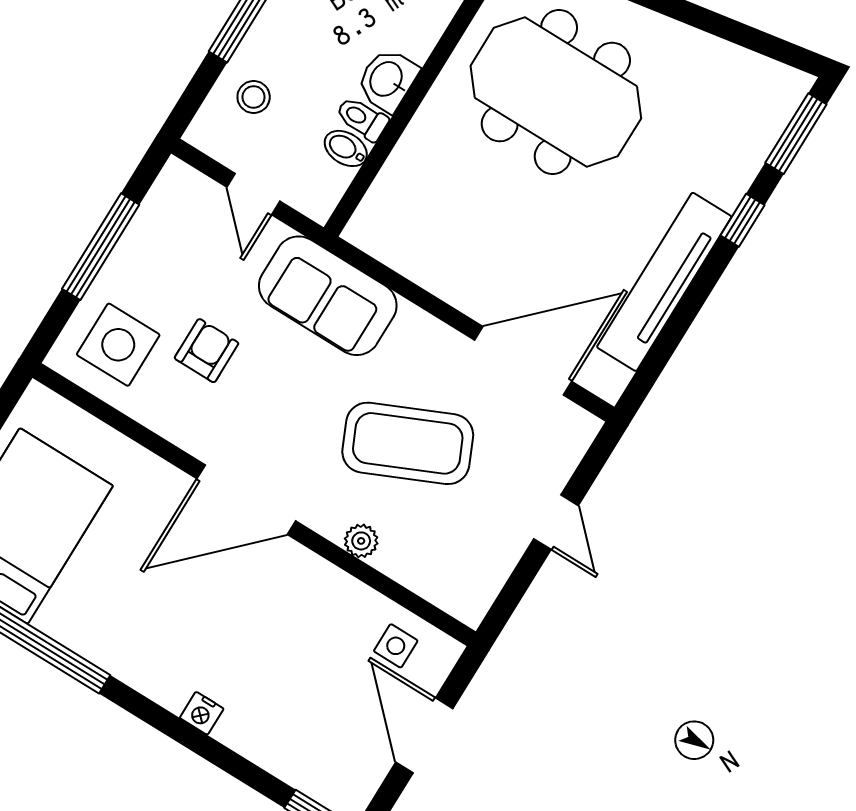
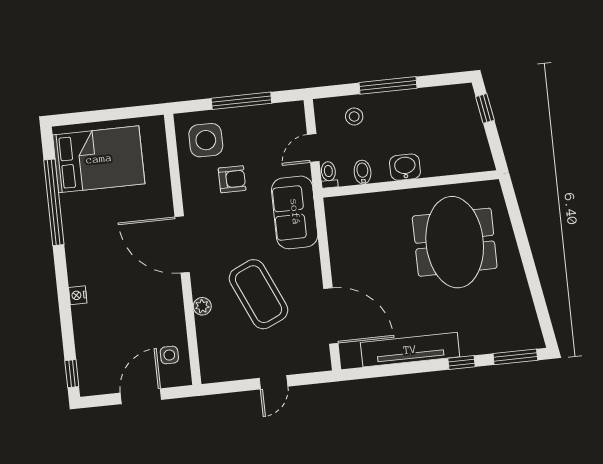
toilet: (362, 119) -> (329, 175), moved

